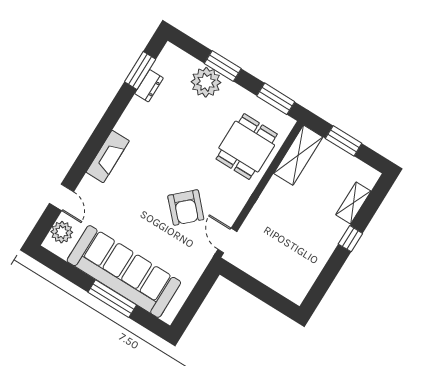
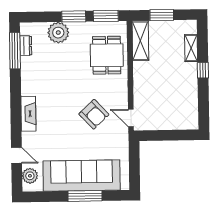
window: (223, 66) -> (74, 16), moved
window: (140, 70) -> (15, 51), width x1.44
dresser: (149, 86) -> (26, 46), moved

